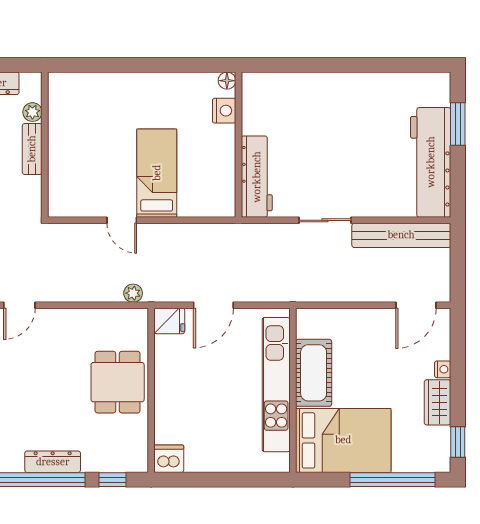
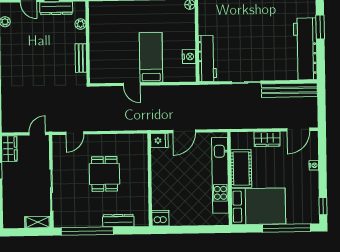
nightstand: (224, 111) -> (189, 57), moved
bench: (32, 149) -> (81, 58), moved
plant: (133, 293) -> (139, 125), removed
dining table: (118, 382) -> (104, 174), moved
wardrobe: (438, 402) -> (267, 139), moved, turned -90
dresser: (53, 462) -> (118, 220), moved
window: (113, 480) -> (129, 230), removed

